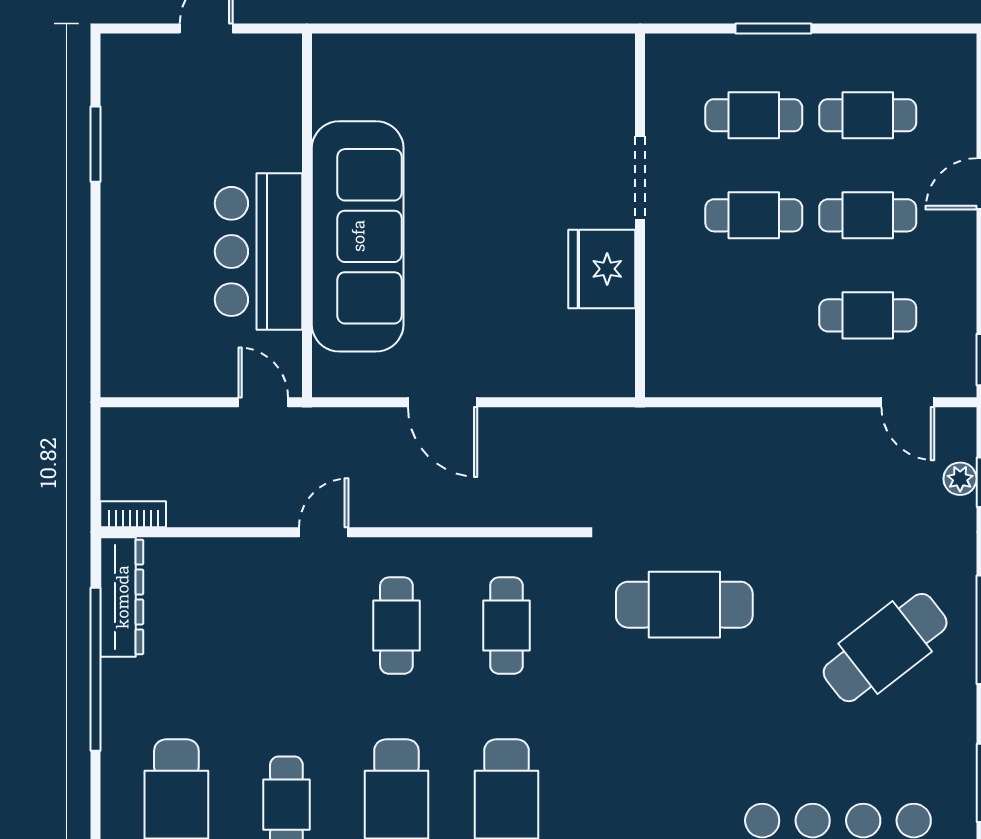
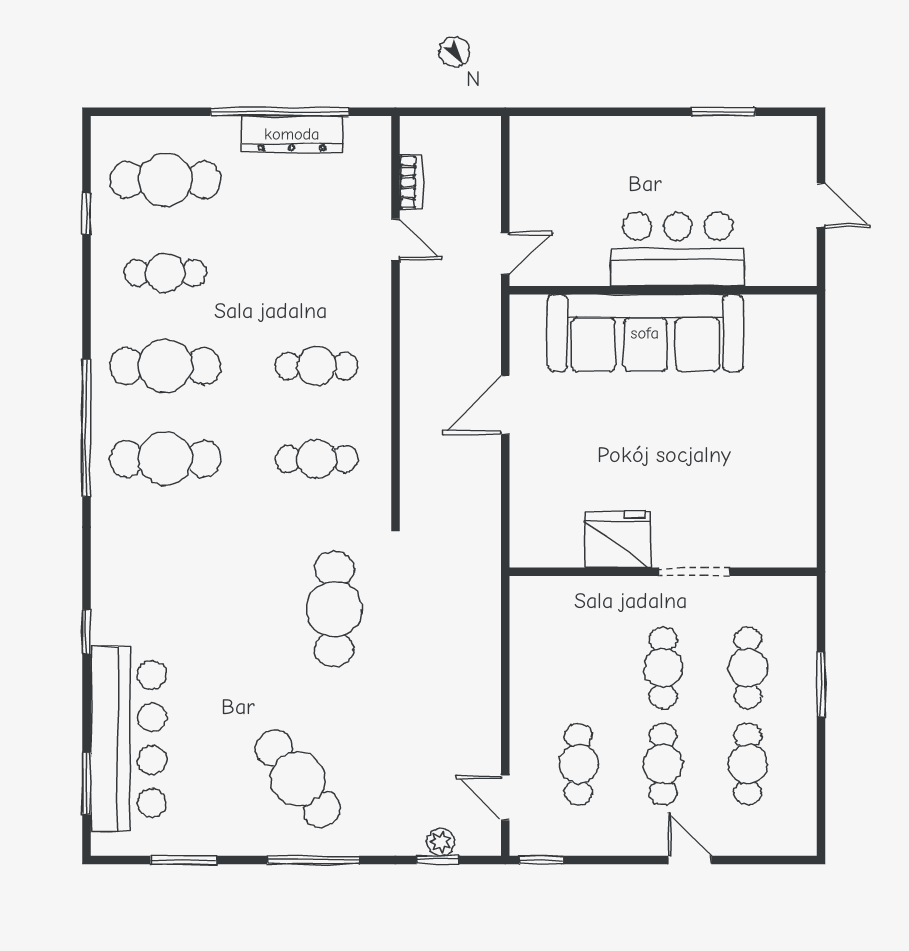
bar counter: (258, 251) -> (678, 249), moved
door: (908, 402) -> (505, 798), hinge flipped
bookcase: (133, 514) -> (411, 182), moved
door: (324, 532) -> (395, 239), moved
dresser: (122, 597) -> (292, 134), moved

